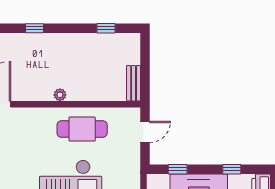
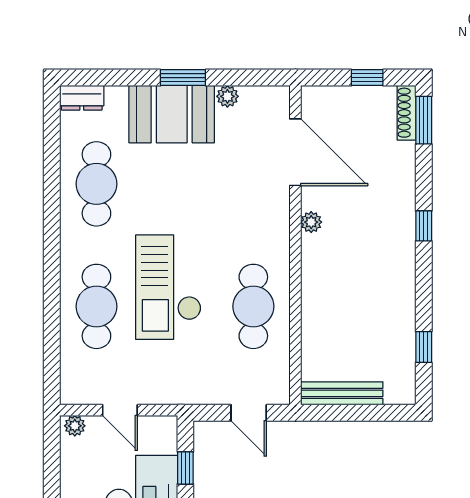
bench: (134, 83) -> (342, 393), width x1.36
plant: (60, 95) -> (311, 222), moved

